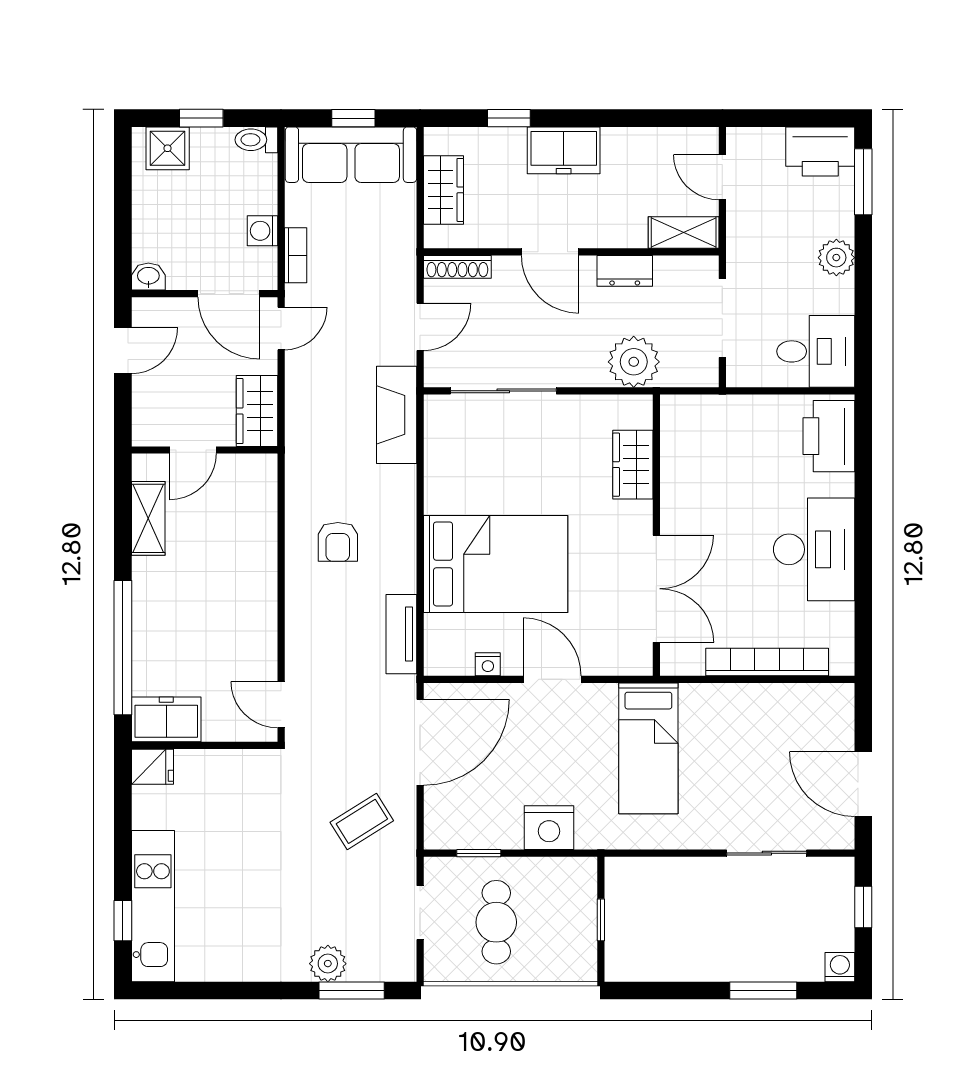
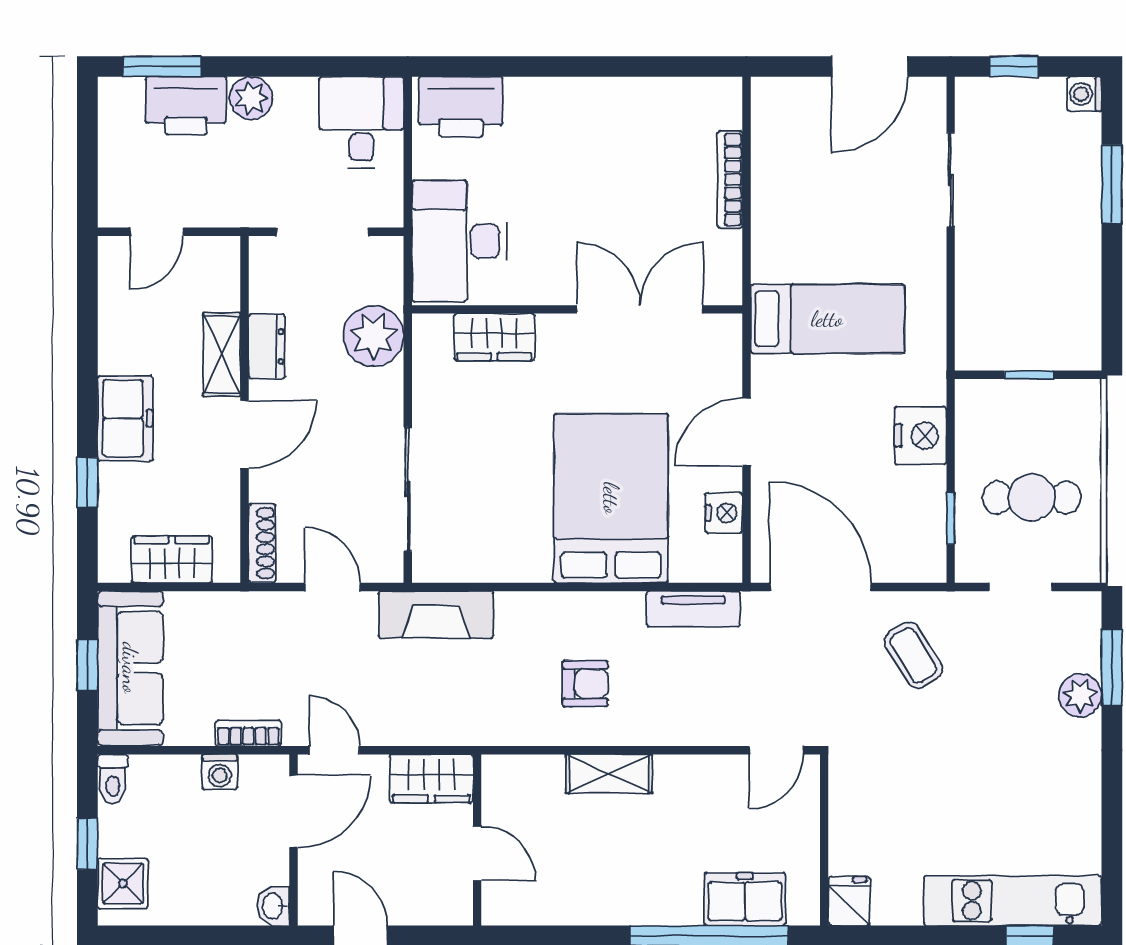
printer: (820, 151) -> (186, 106), moved, turned 90
shelving: (684, 232) -> (222, 355), moved
shelving: (148, 518) -> (609, 774), moved
desk: (814, 549) -> (459, 241), moved, turned -90
bookcase: (767, 662) -> (730, 179), width x0.68, depth x0.76
nightstand: (488, 664) -> (724, 513), width x1.39, depth x1.35
freezer: (166, 719) -> (745, 899), moved, turned 90

